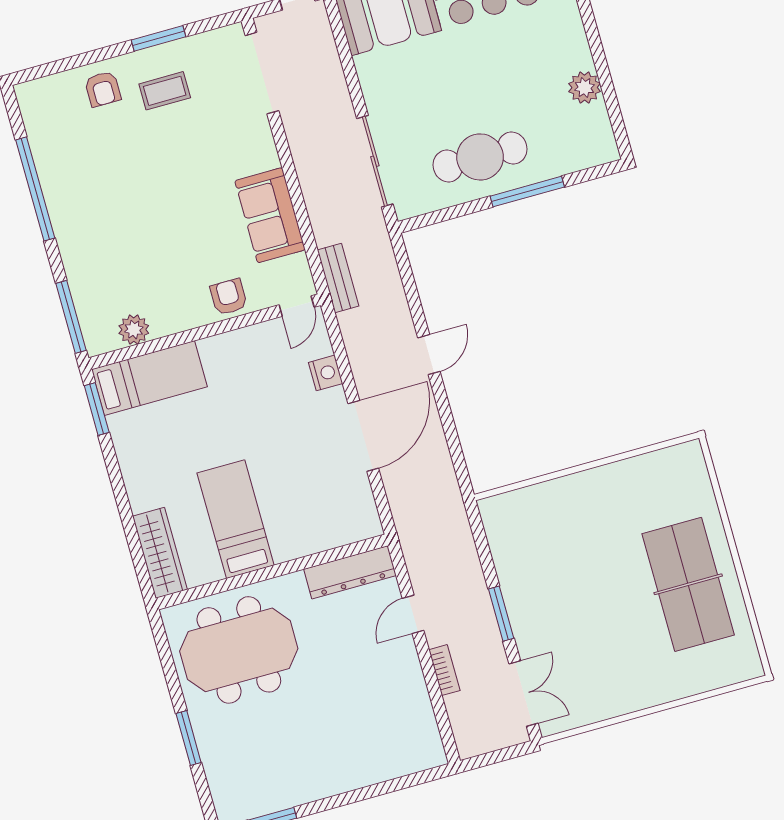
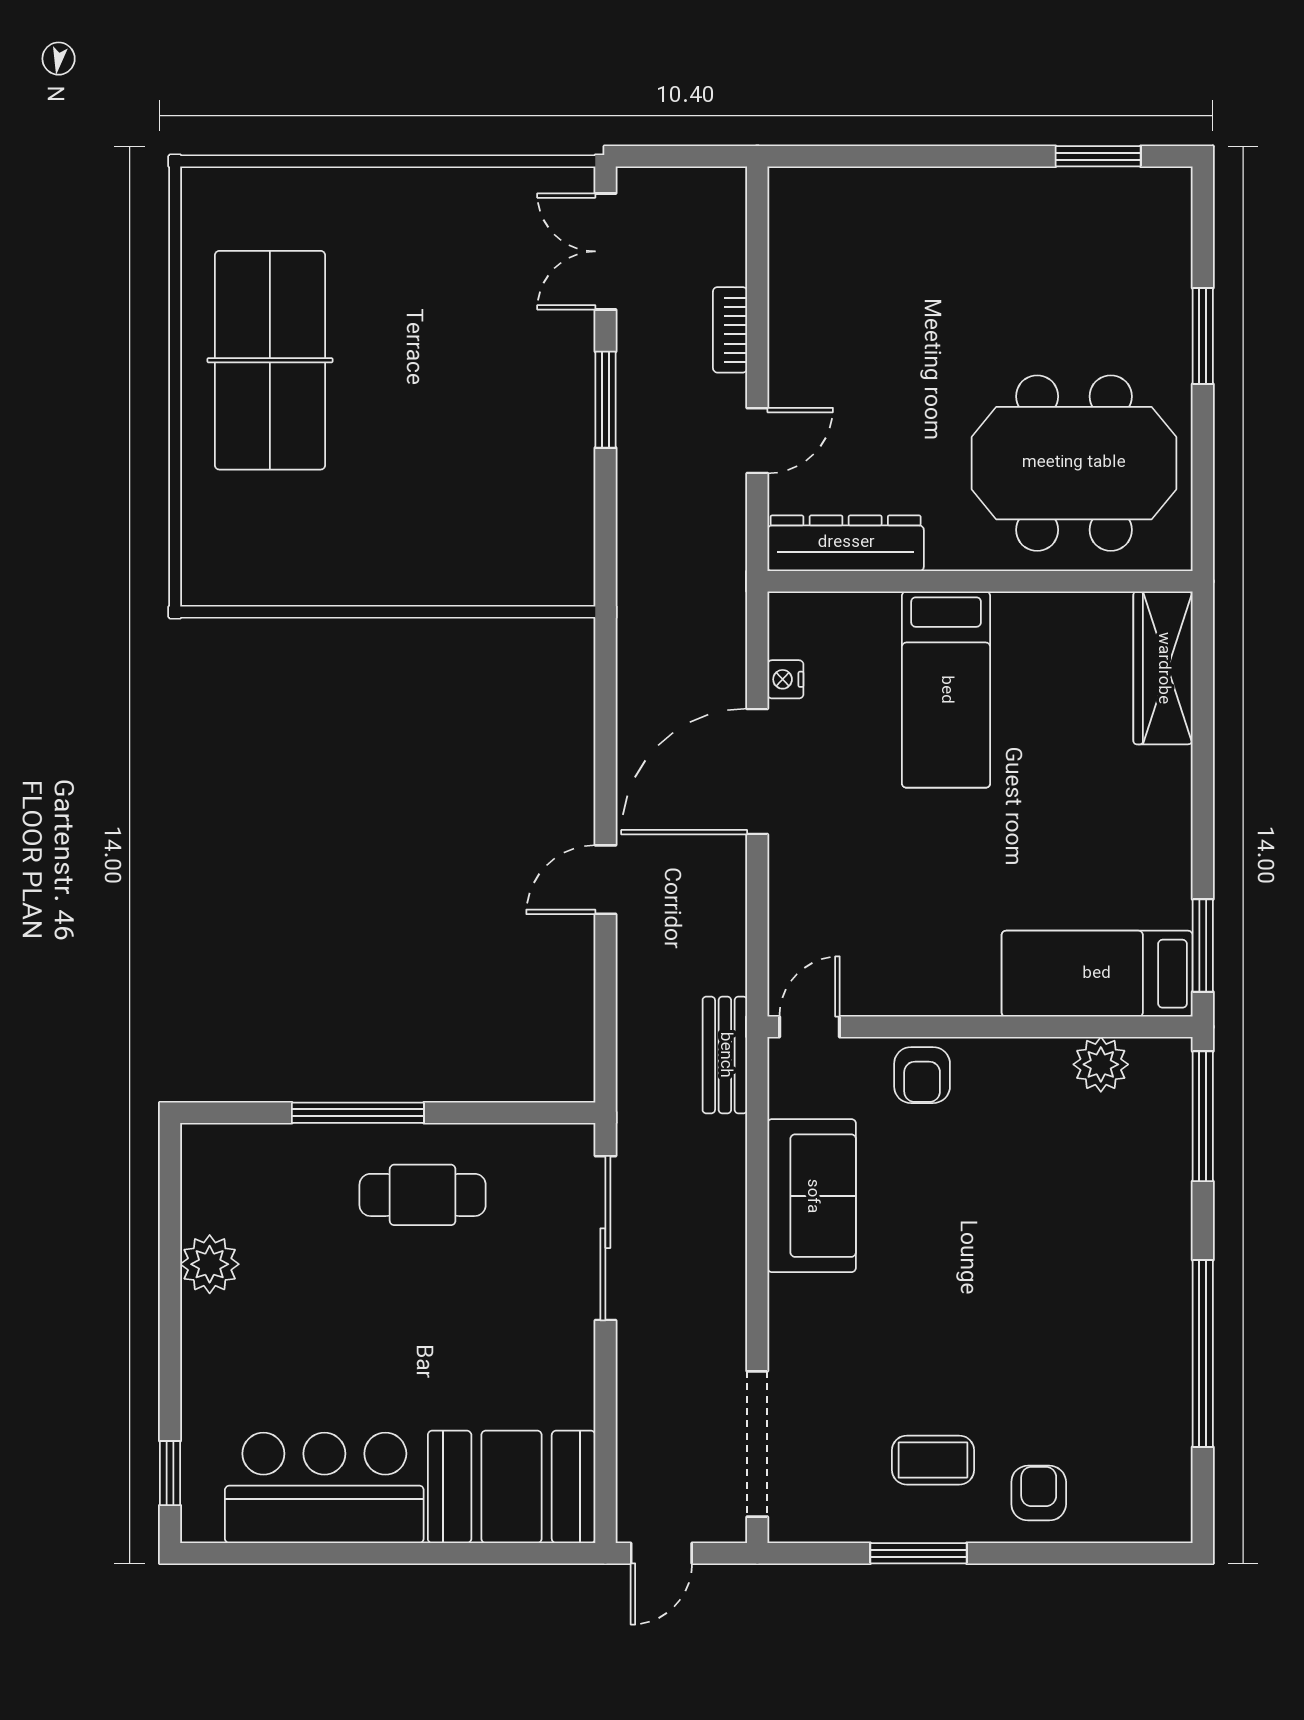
cafe table: (480, 157) -> (423, 1195), width x0.73, depth x0.74
nightstand: (326, 373) -> (785, 679), moved, width x0.72, depth x0.74
bed: (236, 519) -> (946, 690), moved

